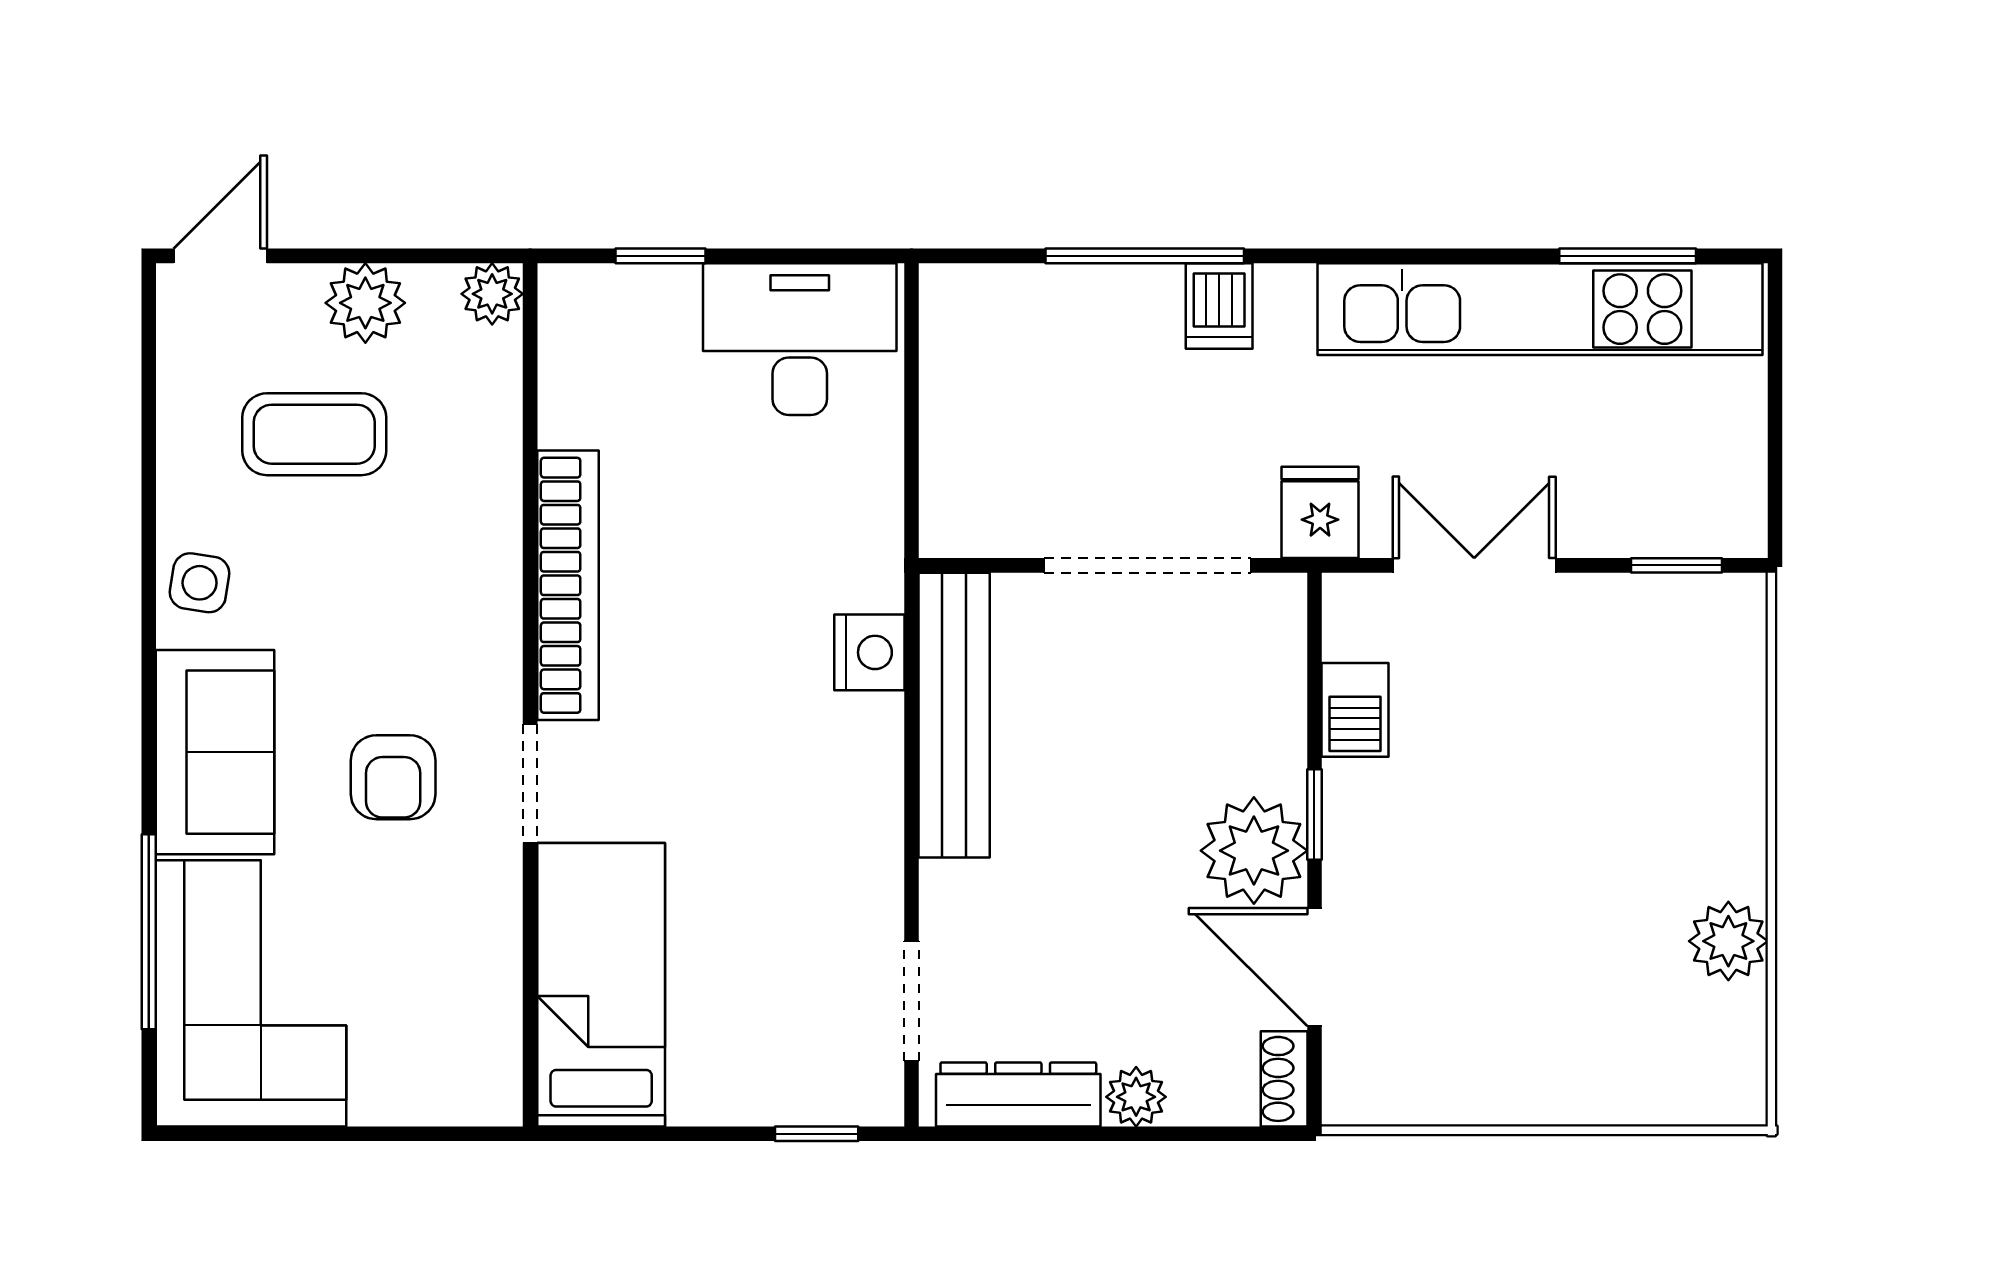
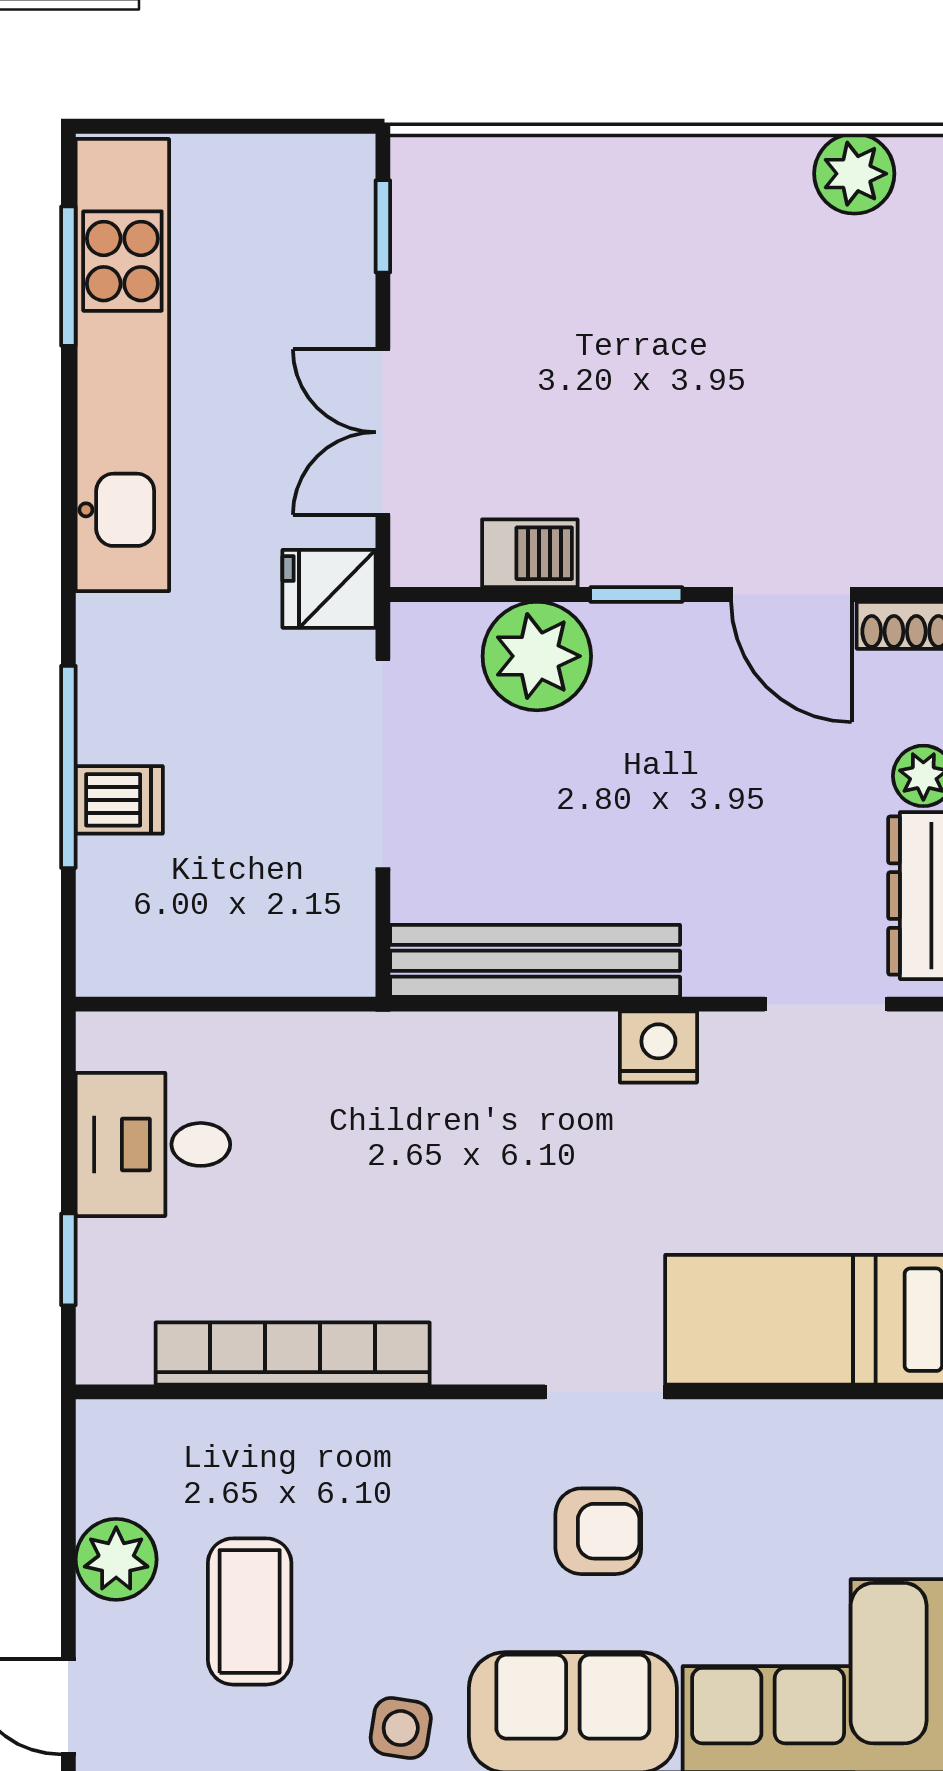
plant: (492, 294) -> (107, 1431), removed
dishwasher: (1219, 306) -> (119, 800), moved
desk: (800, 339) -> (153, 1144), width x0.73
bookcase: (568, 585) -> (293, 1353), moved
nightstand: (869, 652) -> (658, 1047), moved
plant: (1254, 851) -> (537, 656), moved
plant: (1728, 941) -> (854, 174), moved
door: (1314, 967) -> (791, 594), hinge flipped

